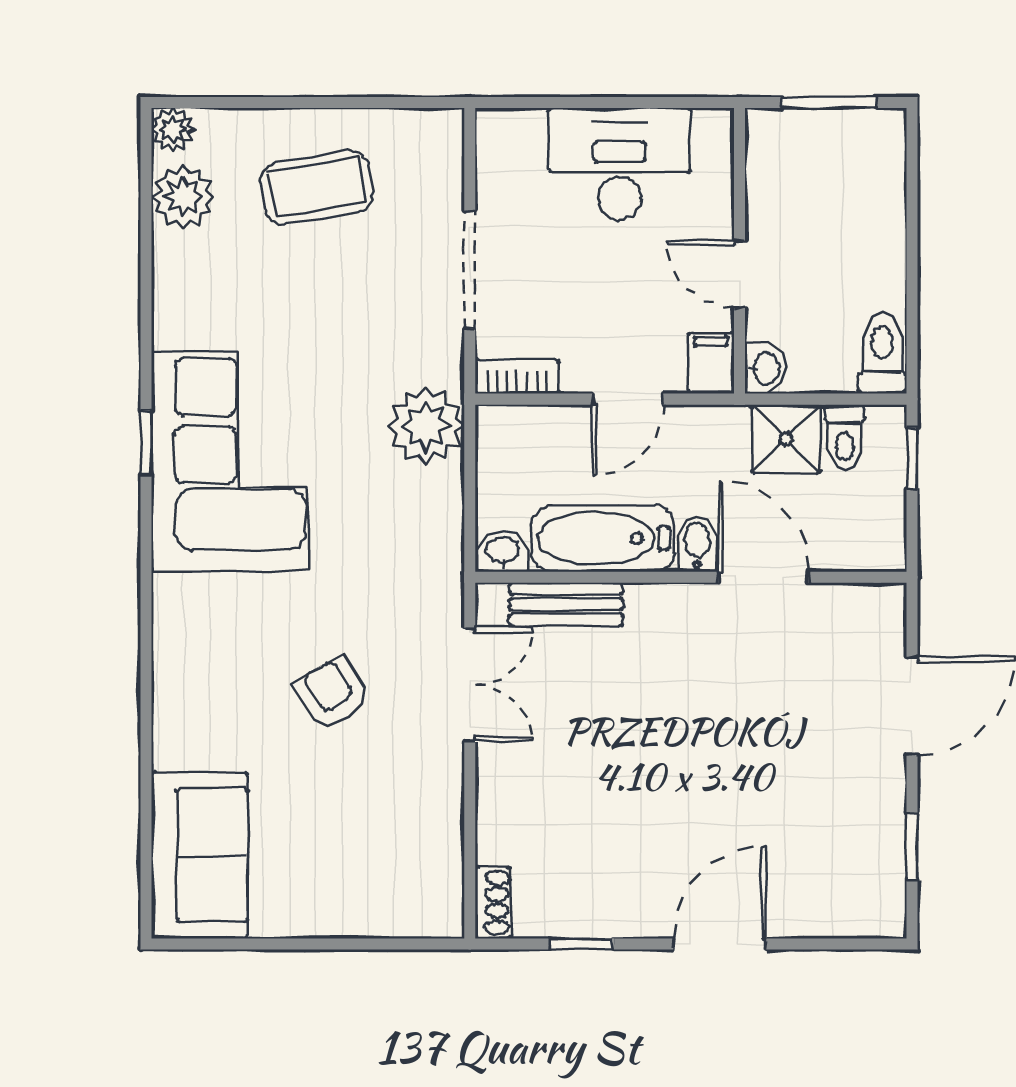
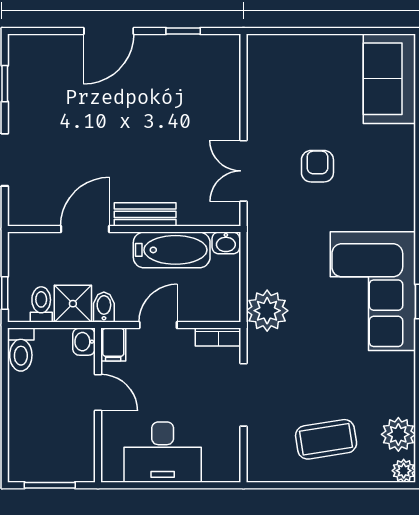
bidet: (697, 544) -> (104, 307), moved, turned 180
door: (763, 577) -> (85, 229), swing flipped
bench: (566, 604) -> (145, 214), moved
armchair: (333, 693) -> (317, 166), turned -148
shoe rack: (493, 903) -> (231, 53), removed

